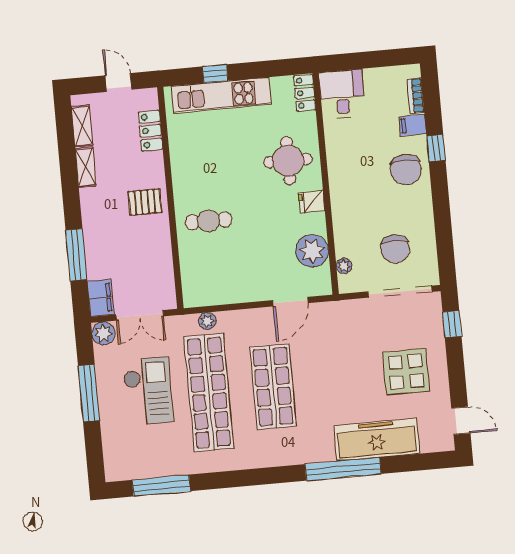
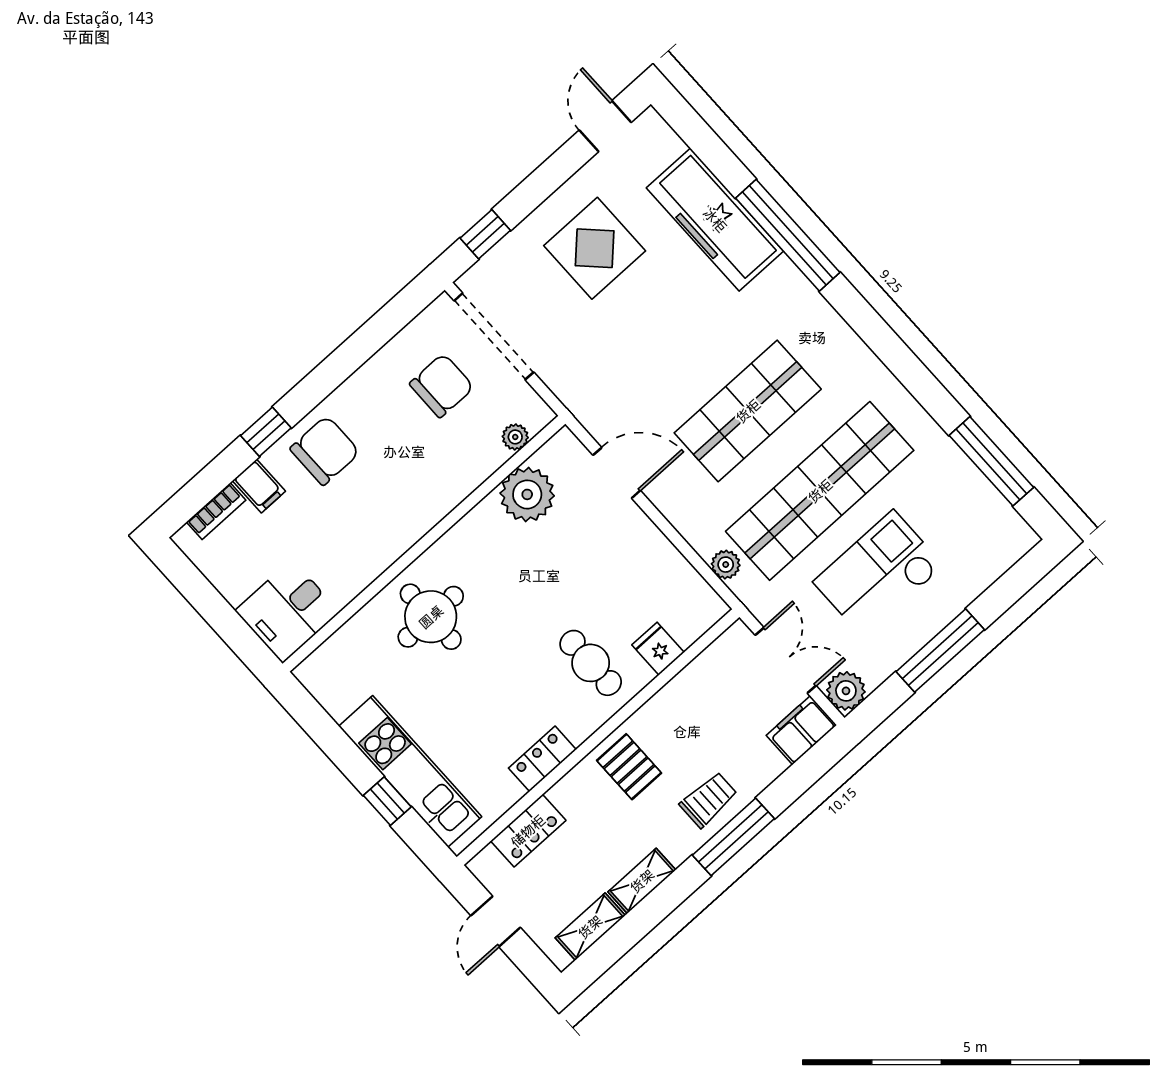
locker: (305, 93) -> (542, 759), moved, turned 180
fridge: (312, 202) -> (658, 649), moved, turned 180
trolley: (100, 228) -> (709, 800), added
window: (76, 255) -> (733, 837), moved

